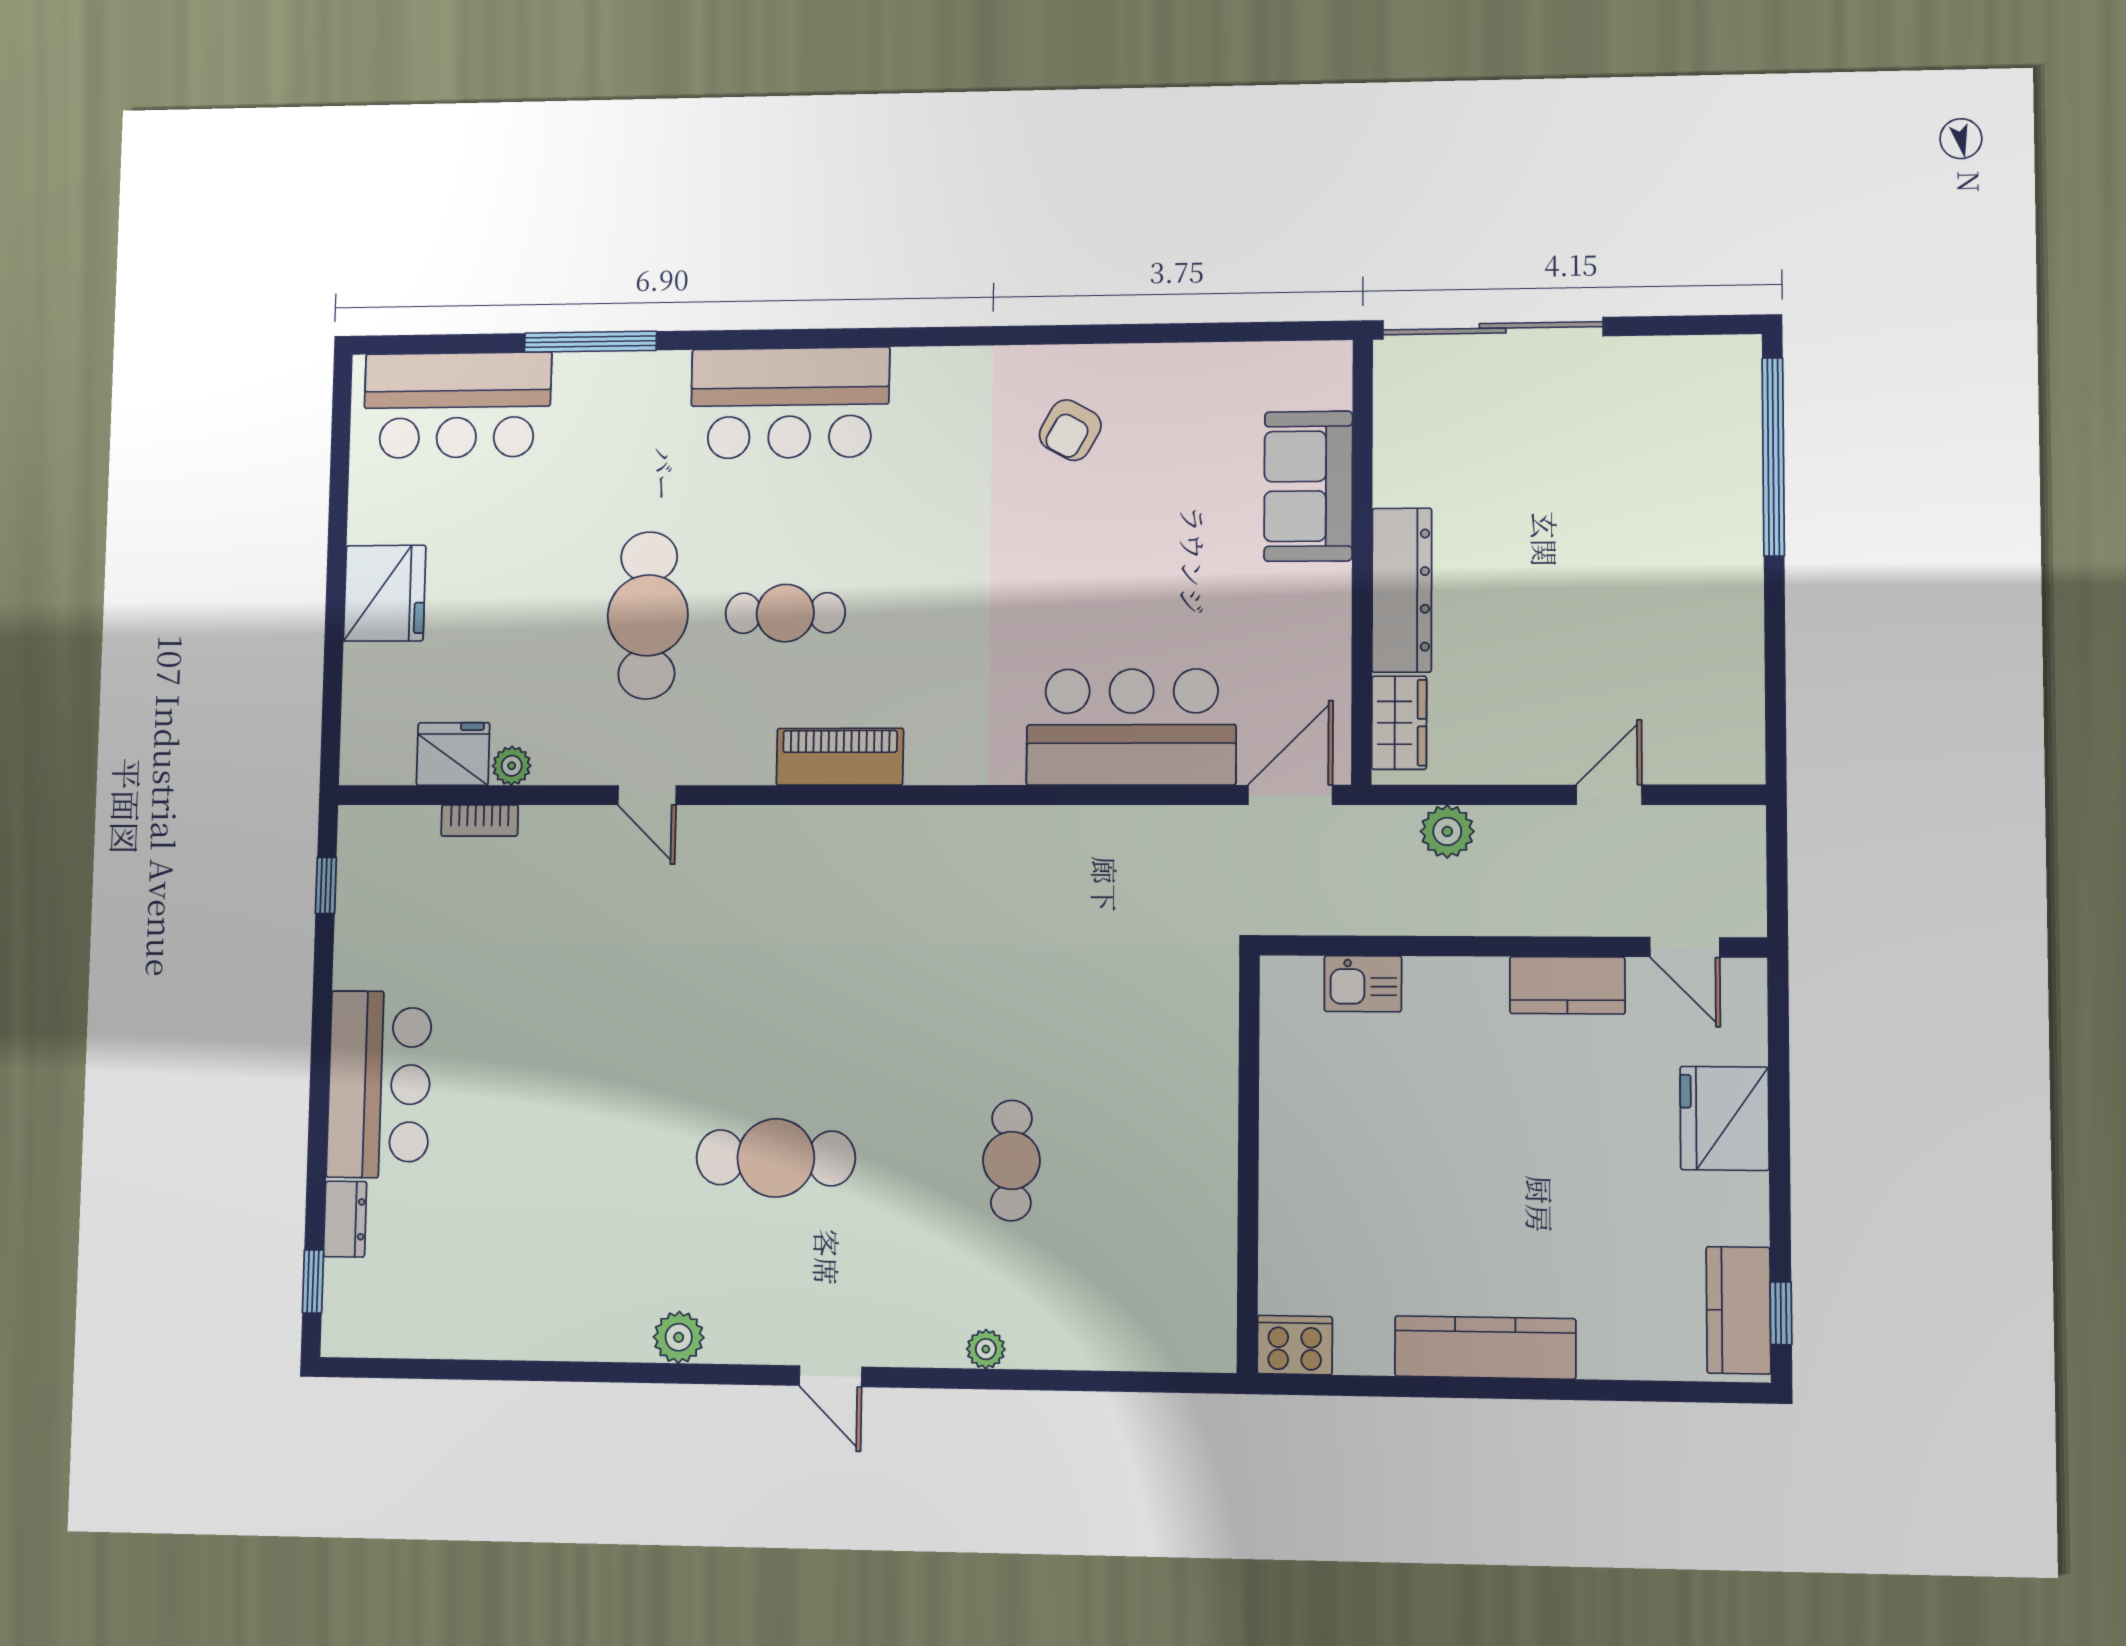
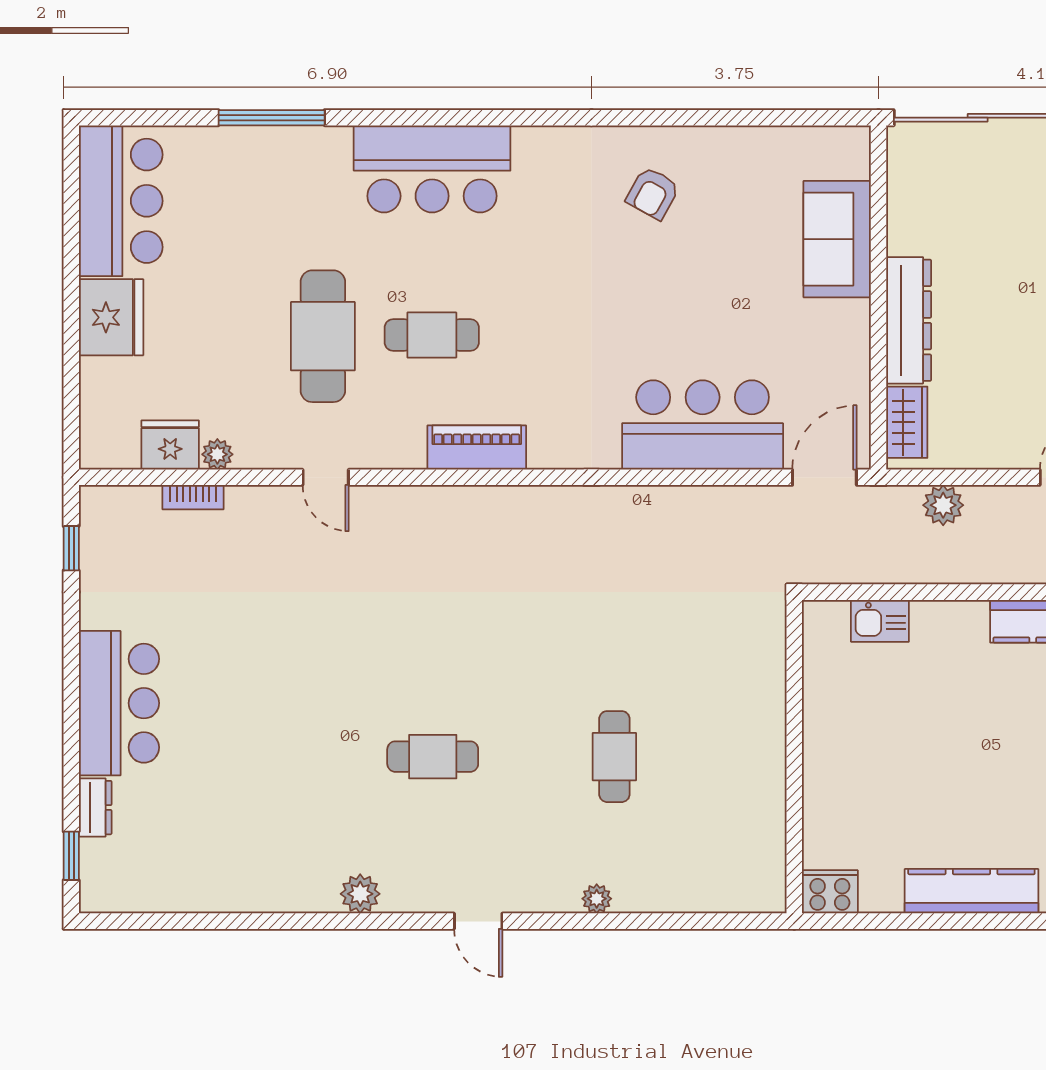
bar counter: (457, 405) -> (121, 201), moved, turned -90
cafe table: (776, 1158) -> (433, 757), width x0.73, depth x0.74

